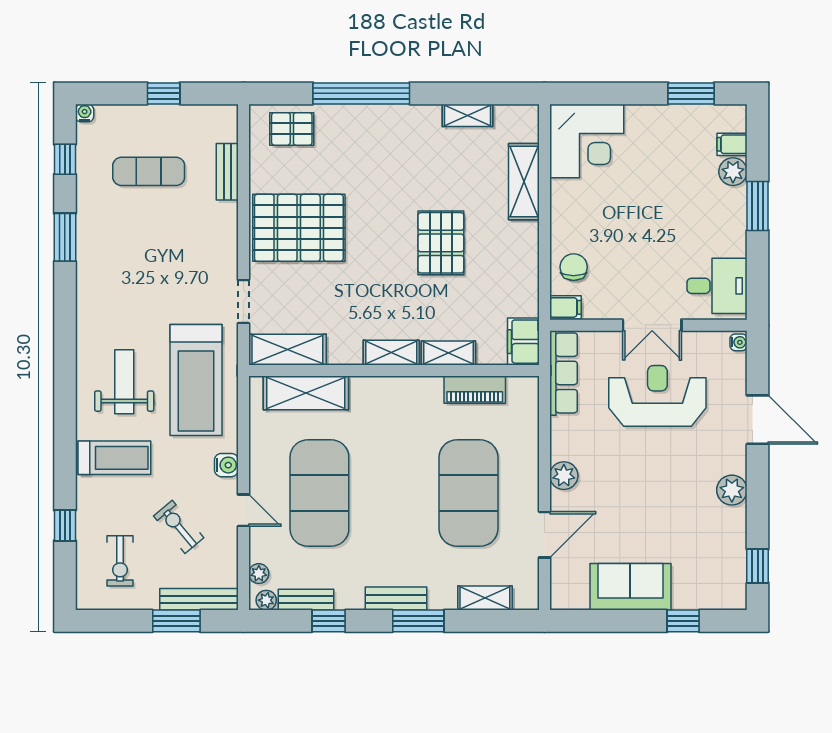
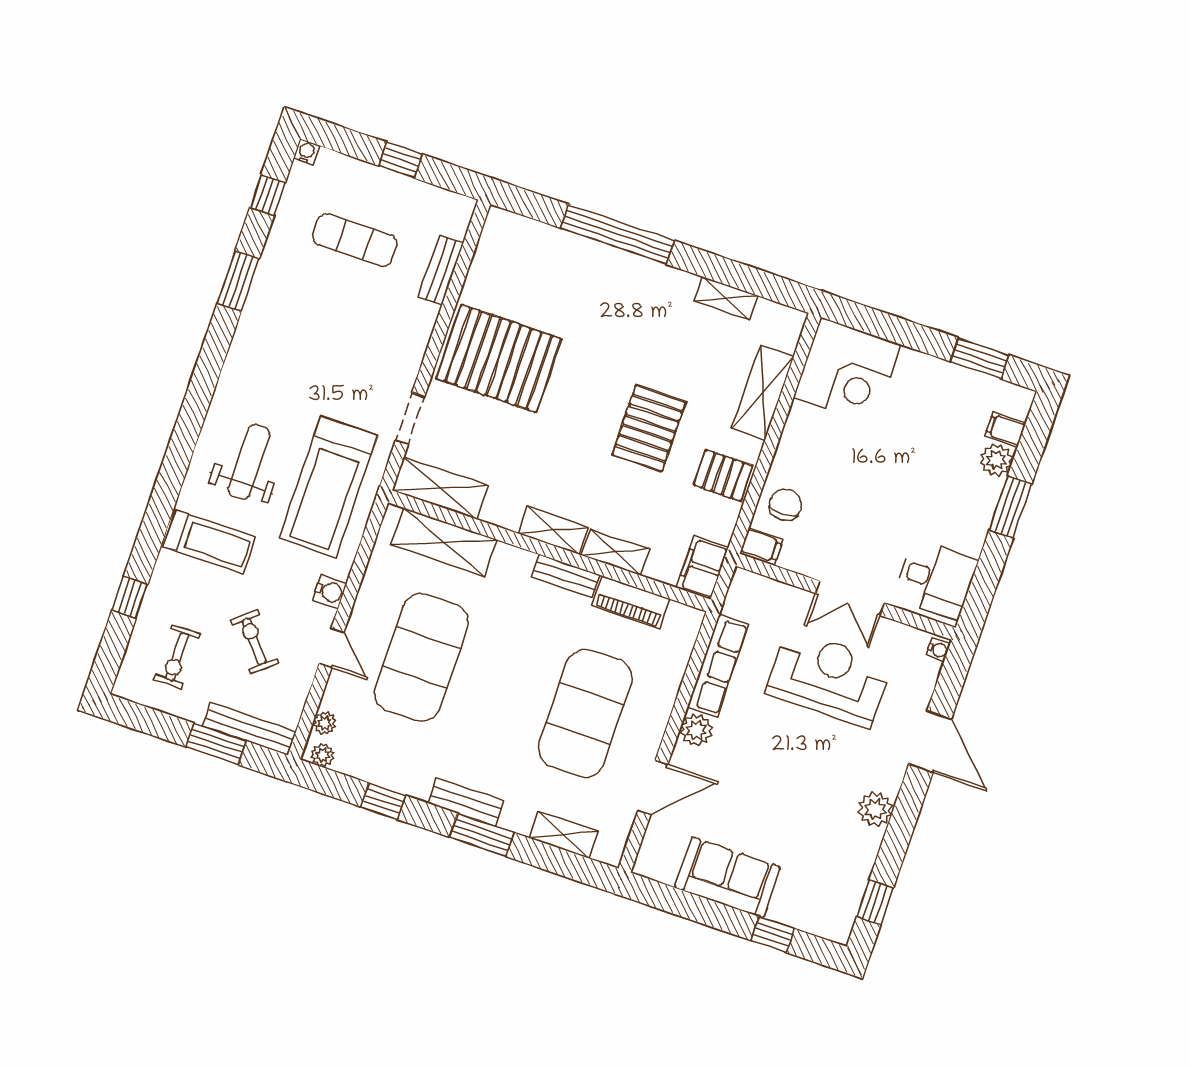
pallet: (292, 129) -> (723, 475), moved
row of seats: (564, 373) -> (718, 666), moved
bench: (306, 600) -> (566, 576), moved

